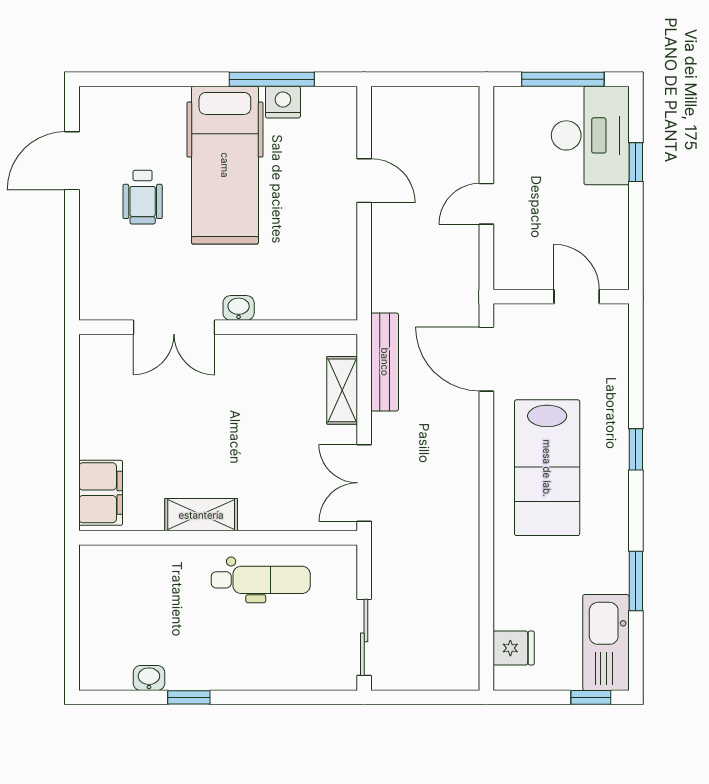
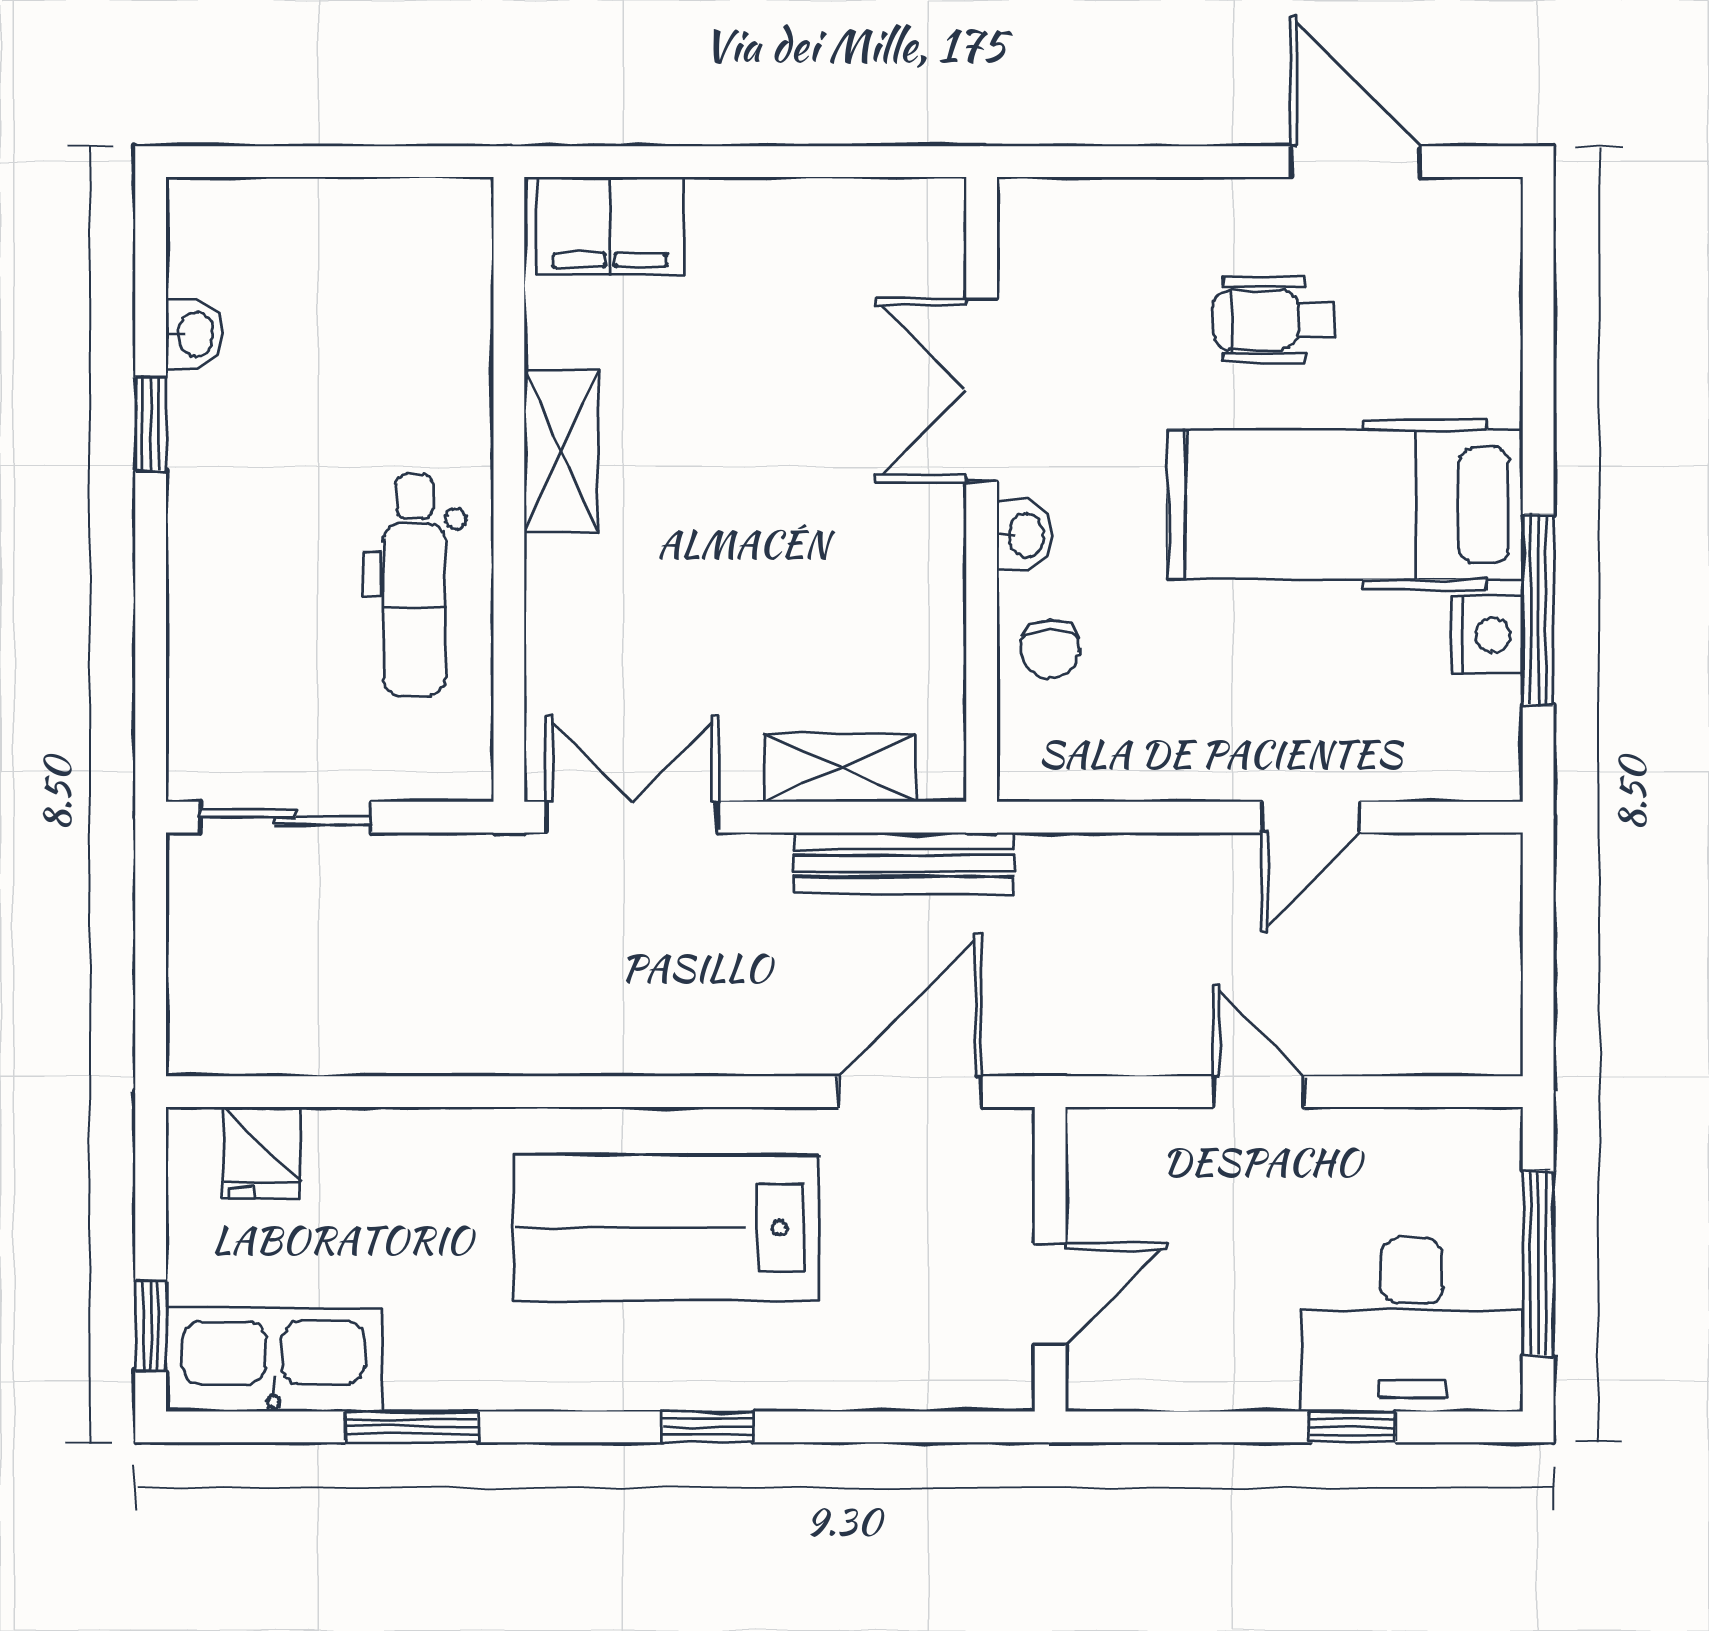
chair: (289, 297) -> (1050, 649), added

